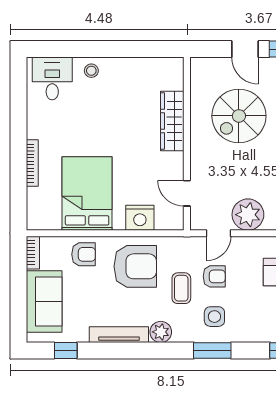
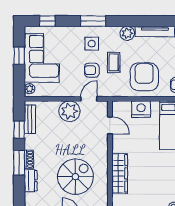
armchair: (135, 266) -> (144, 77), turned 90

